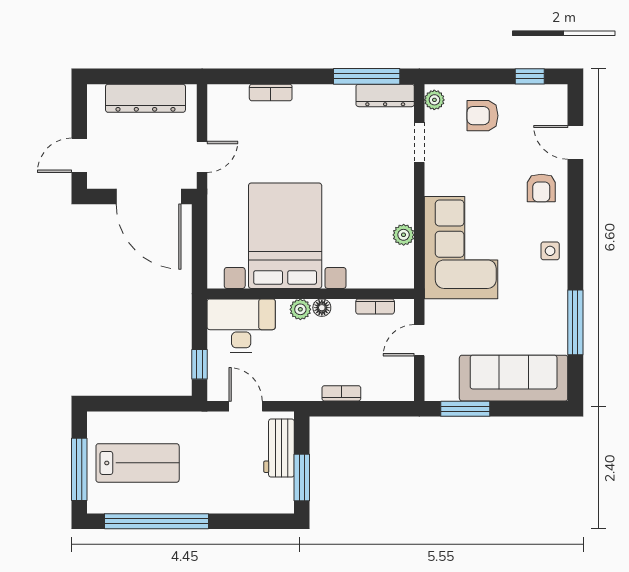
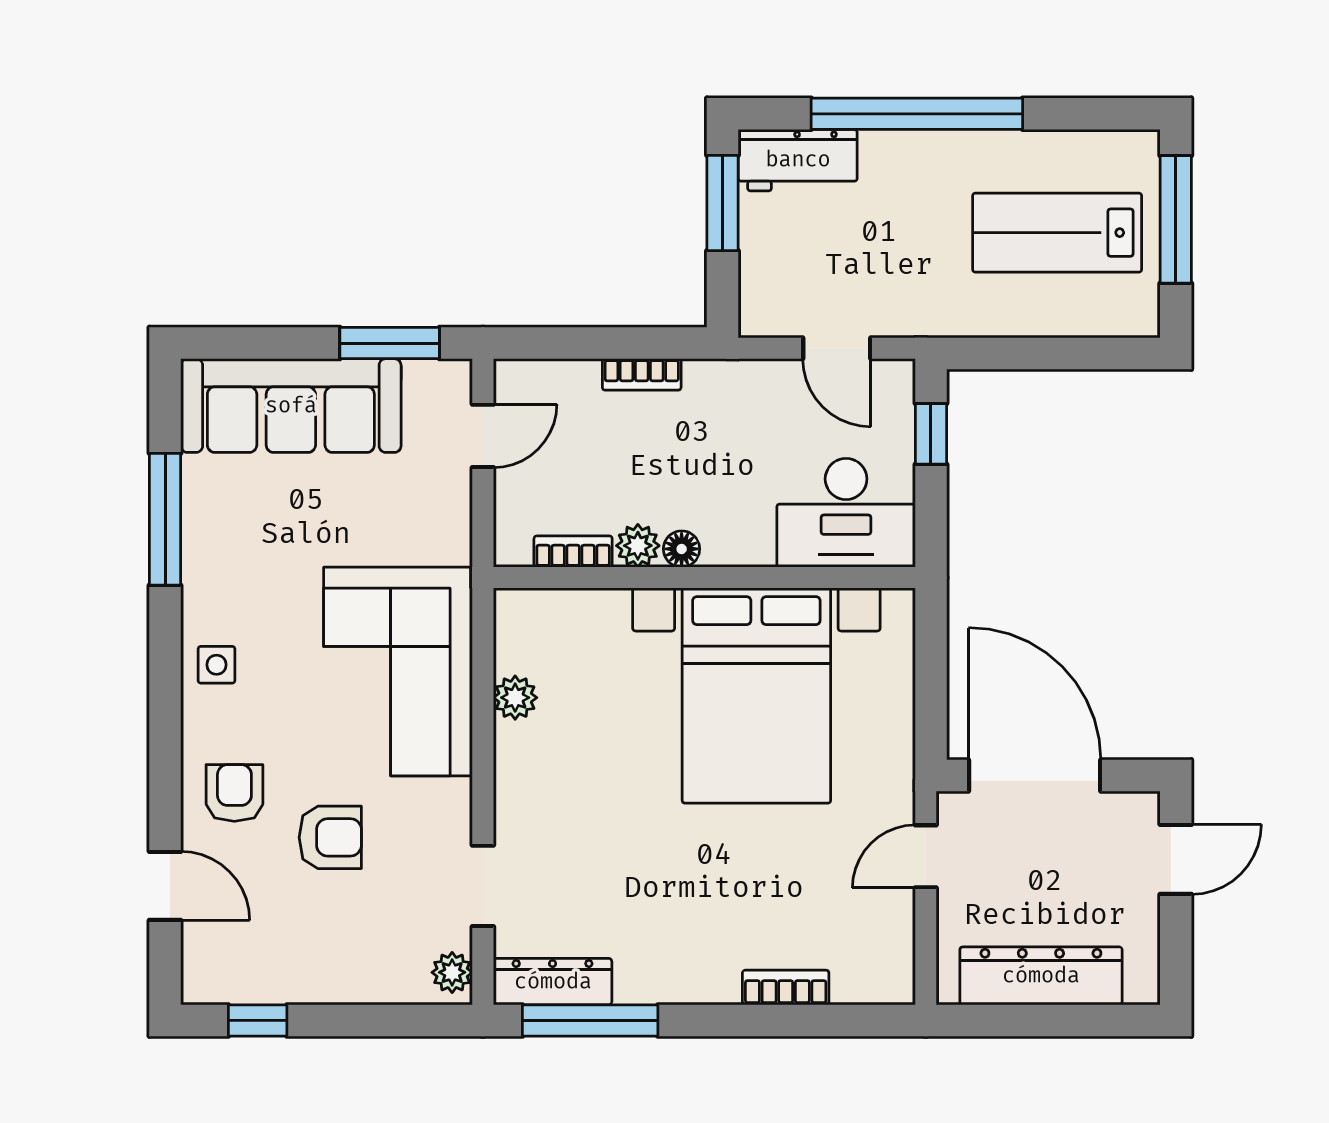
armchair: (482, 116) -> (330, 837), moved
plant: (300, 309) -> (638, 546), moved
door: (419, 340) -> (483, 436), moved
workbench: (279, 448) -> (798, 160), moved, turned 90
window: (157, 521) -> (917, 114), moved

